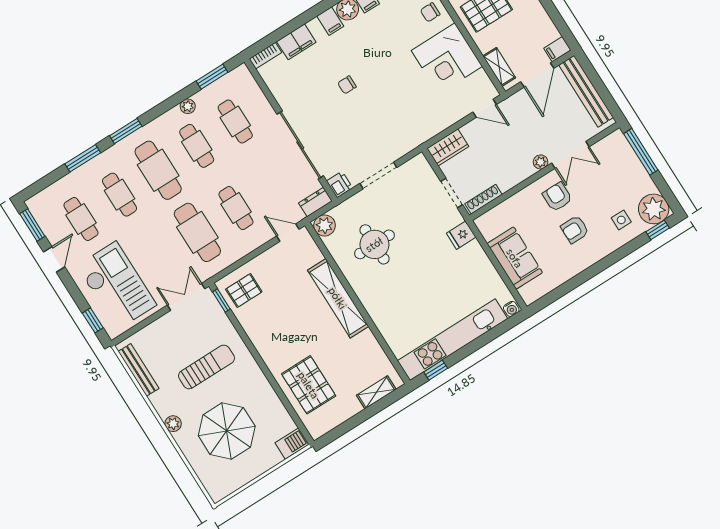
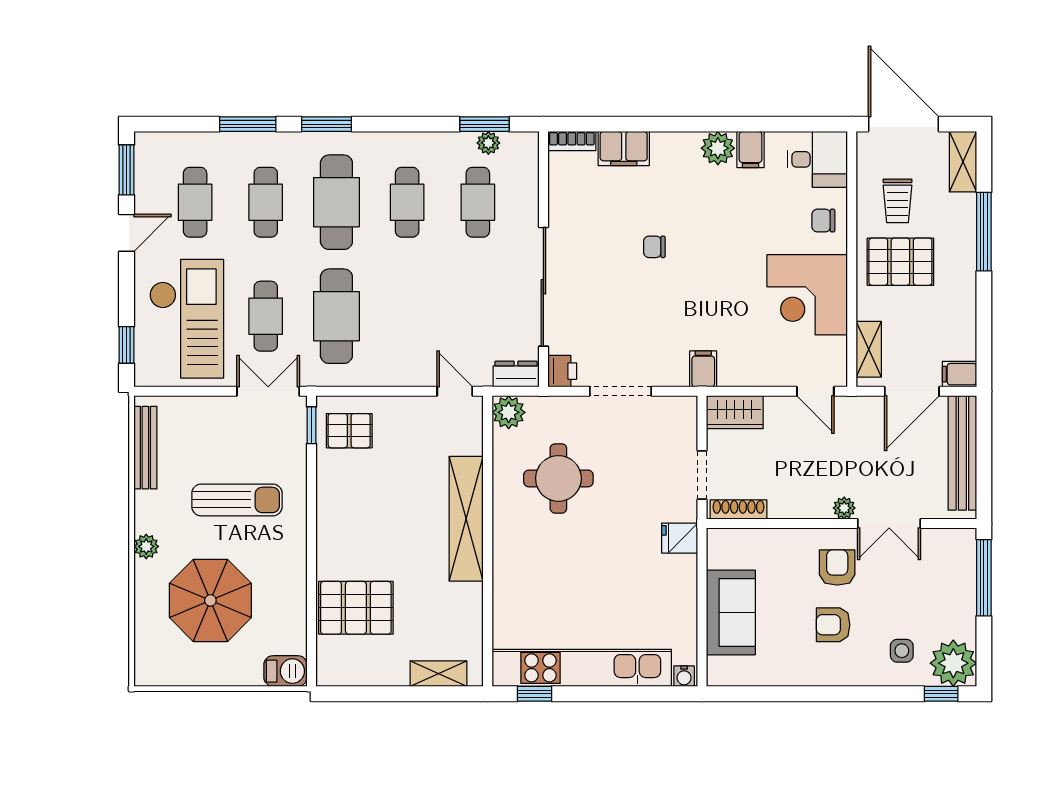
filing cabinet: (330, 21) -> (703, 369), moved, turned 180
plant: (188, 106) -> (488, 143), moved
cafe table: (236, 208) -> (266, 316), moved
pallet: (309, 385) -> (356, 608), turned 90

